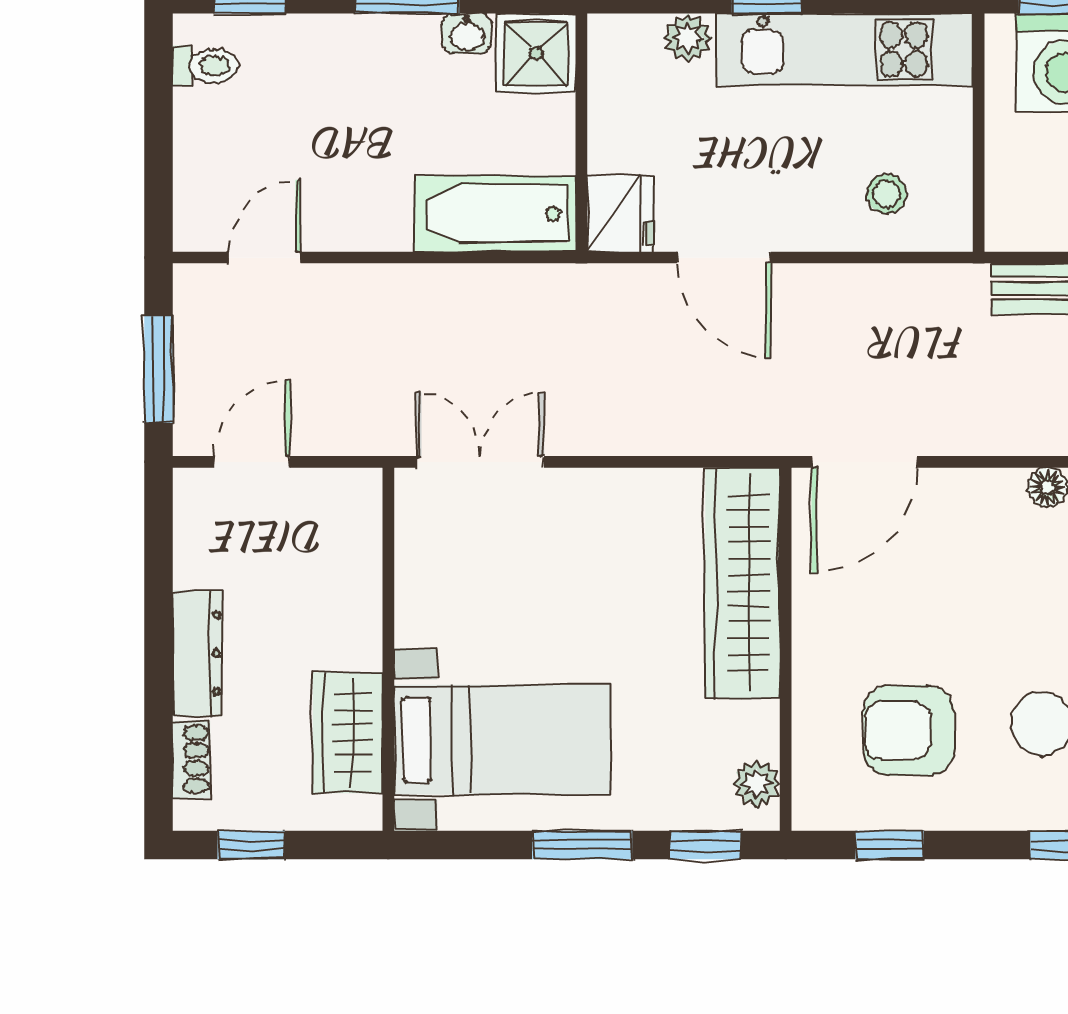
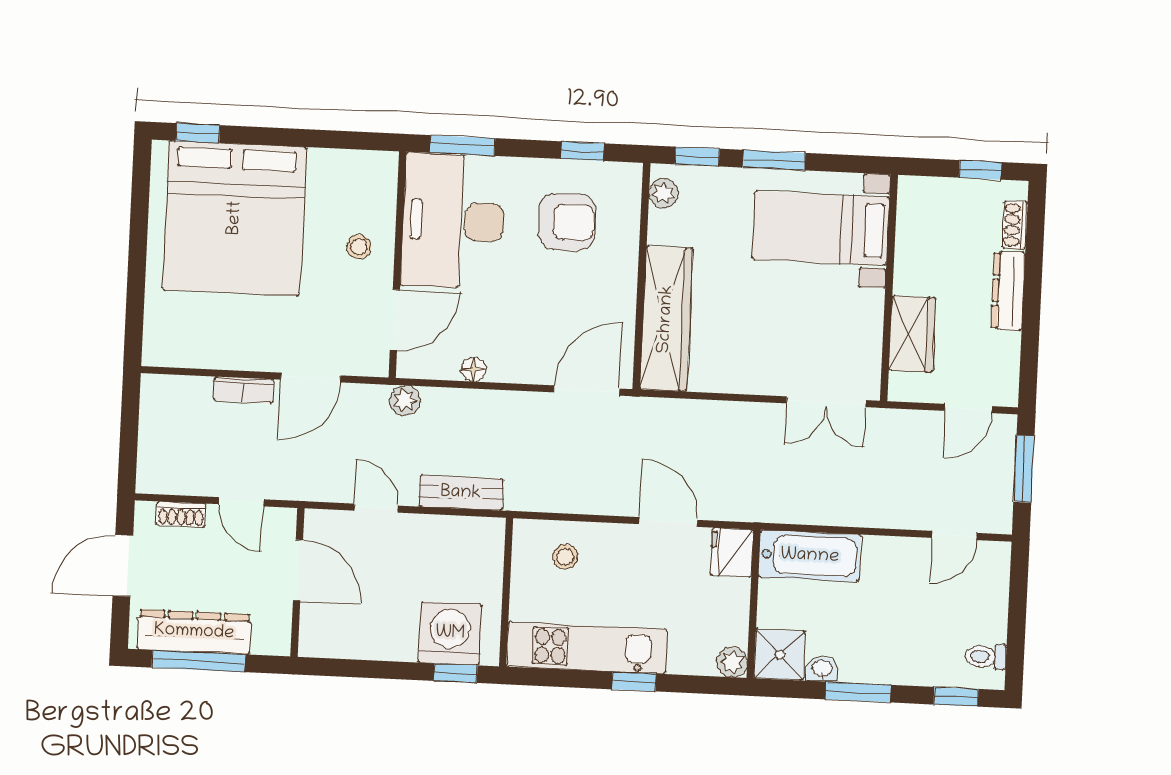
plant: (688, 38) -> (732, 662), moved
wardrobe: (348, 733) -> (912, 334), moved

